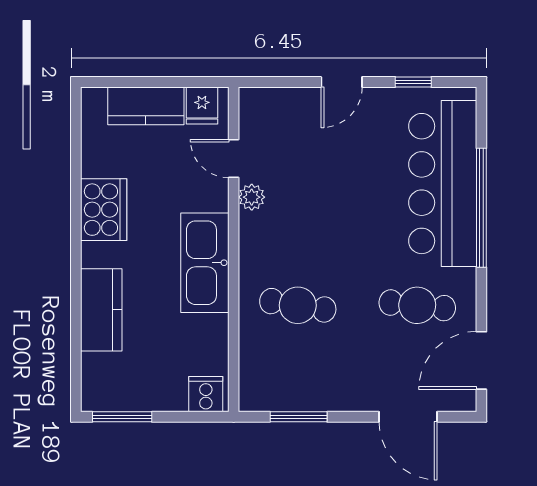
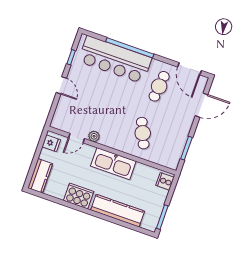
kitchen counter: (146, 106) -> (40, 176), moved
cafe table: (298, 305) -> (143, 133), turned -33
kitchen counter: (101, 310) -> (118, 211), width x1.50

